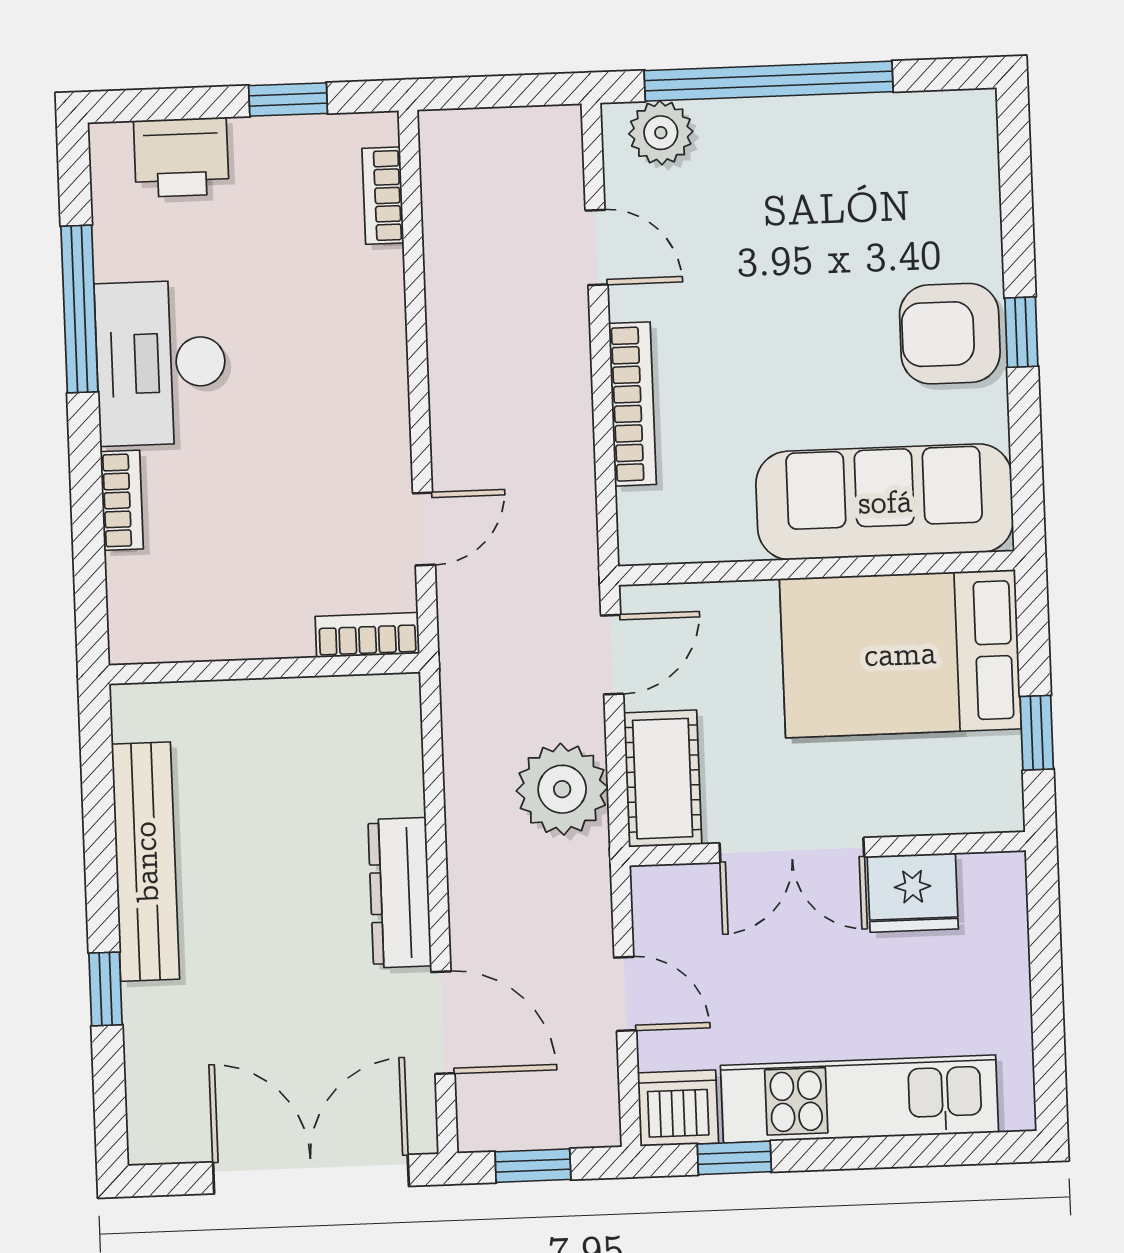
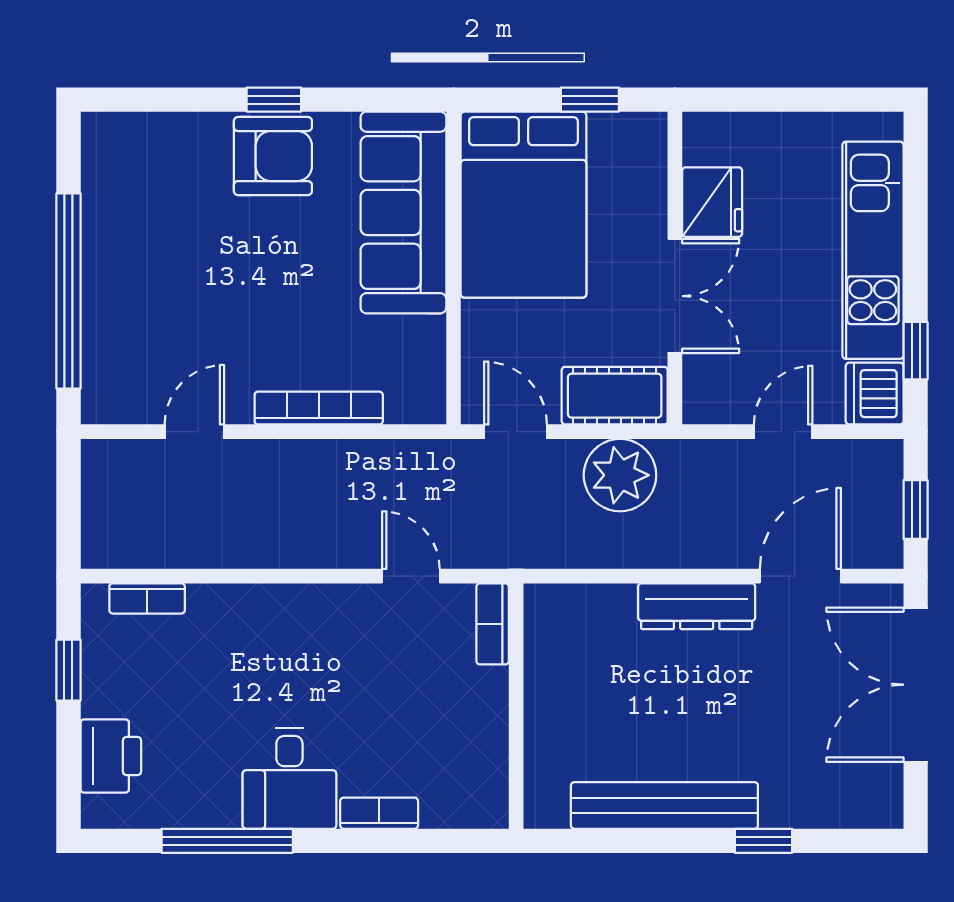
plant: (661, 133) -> (106, 378), removed
armchair: (950, 334) -> (273, 156), turned -90
desk: (161, 363) -> (289, 778), width x0.73

